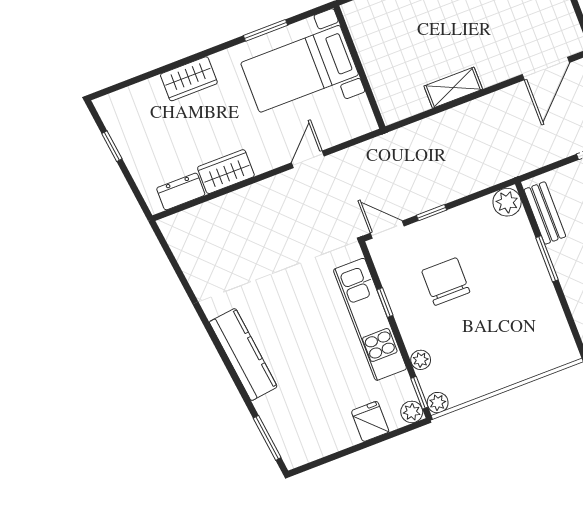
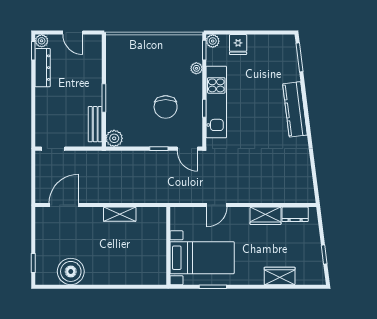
wardrobe: (189, 79) -> (280, 276), moved
plant: (438, 403) -> (196, 41), removed

